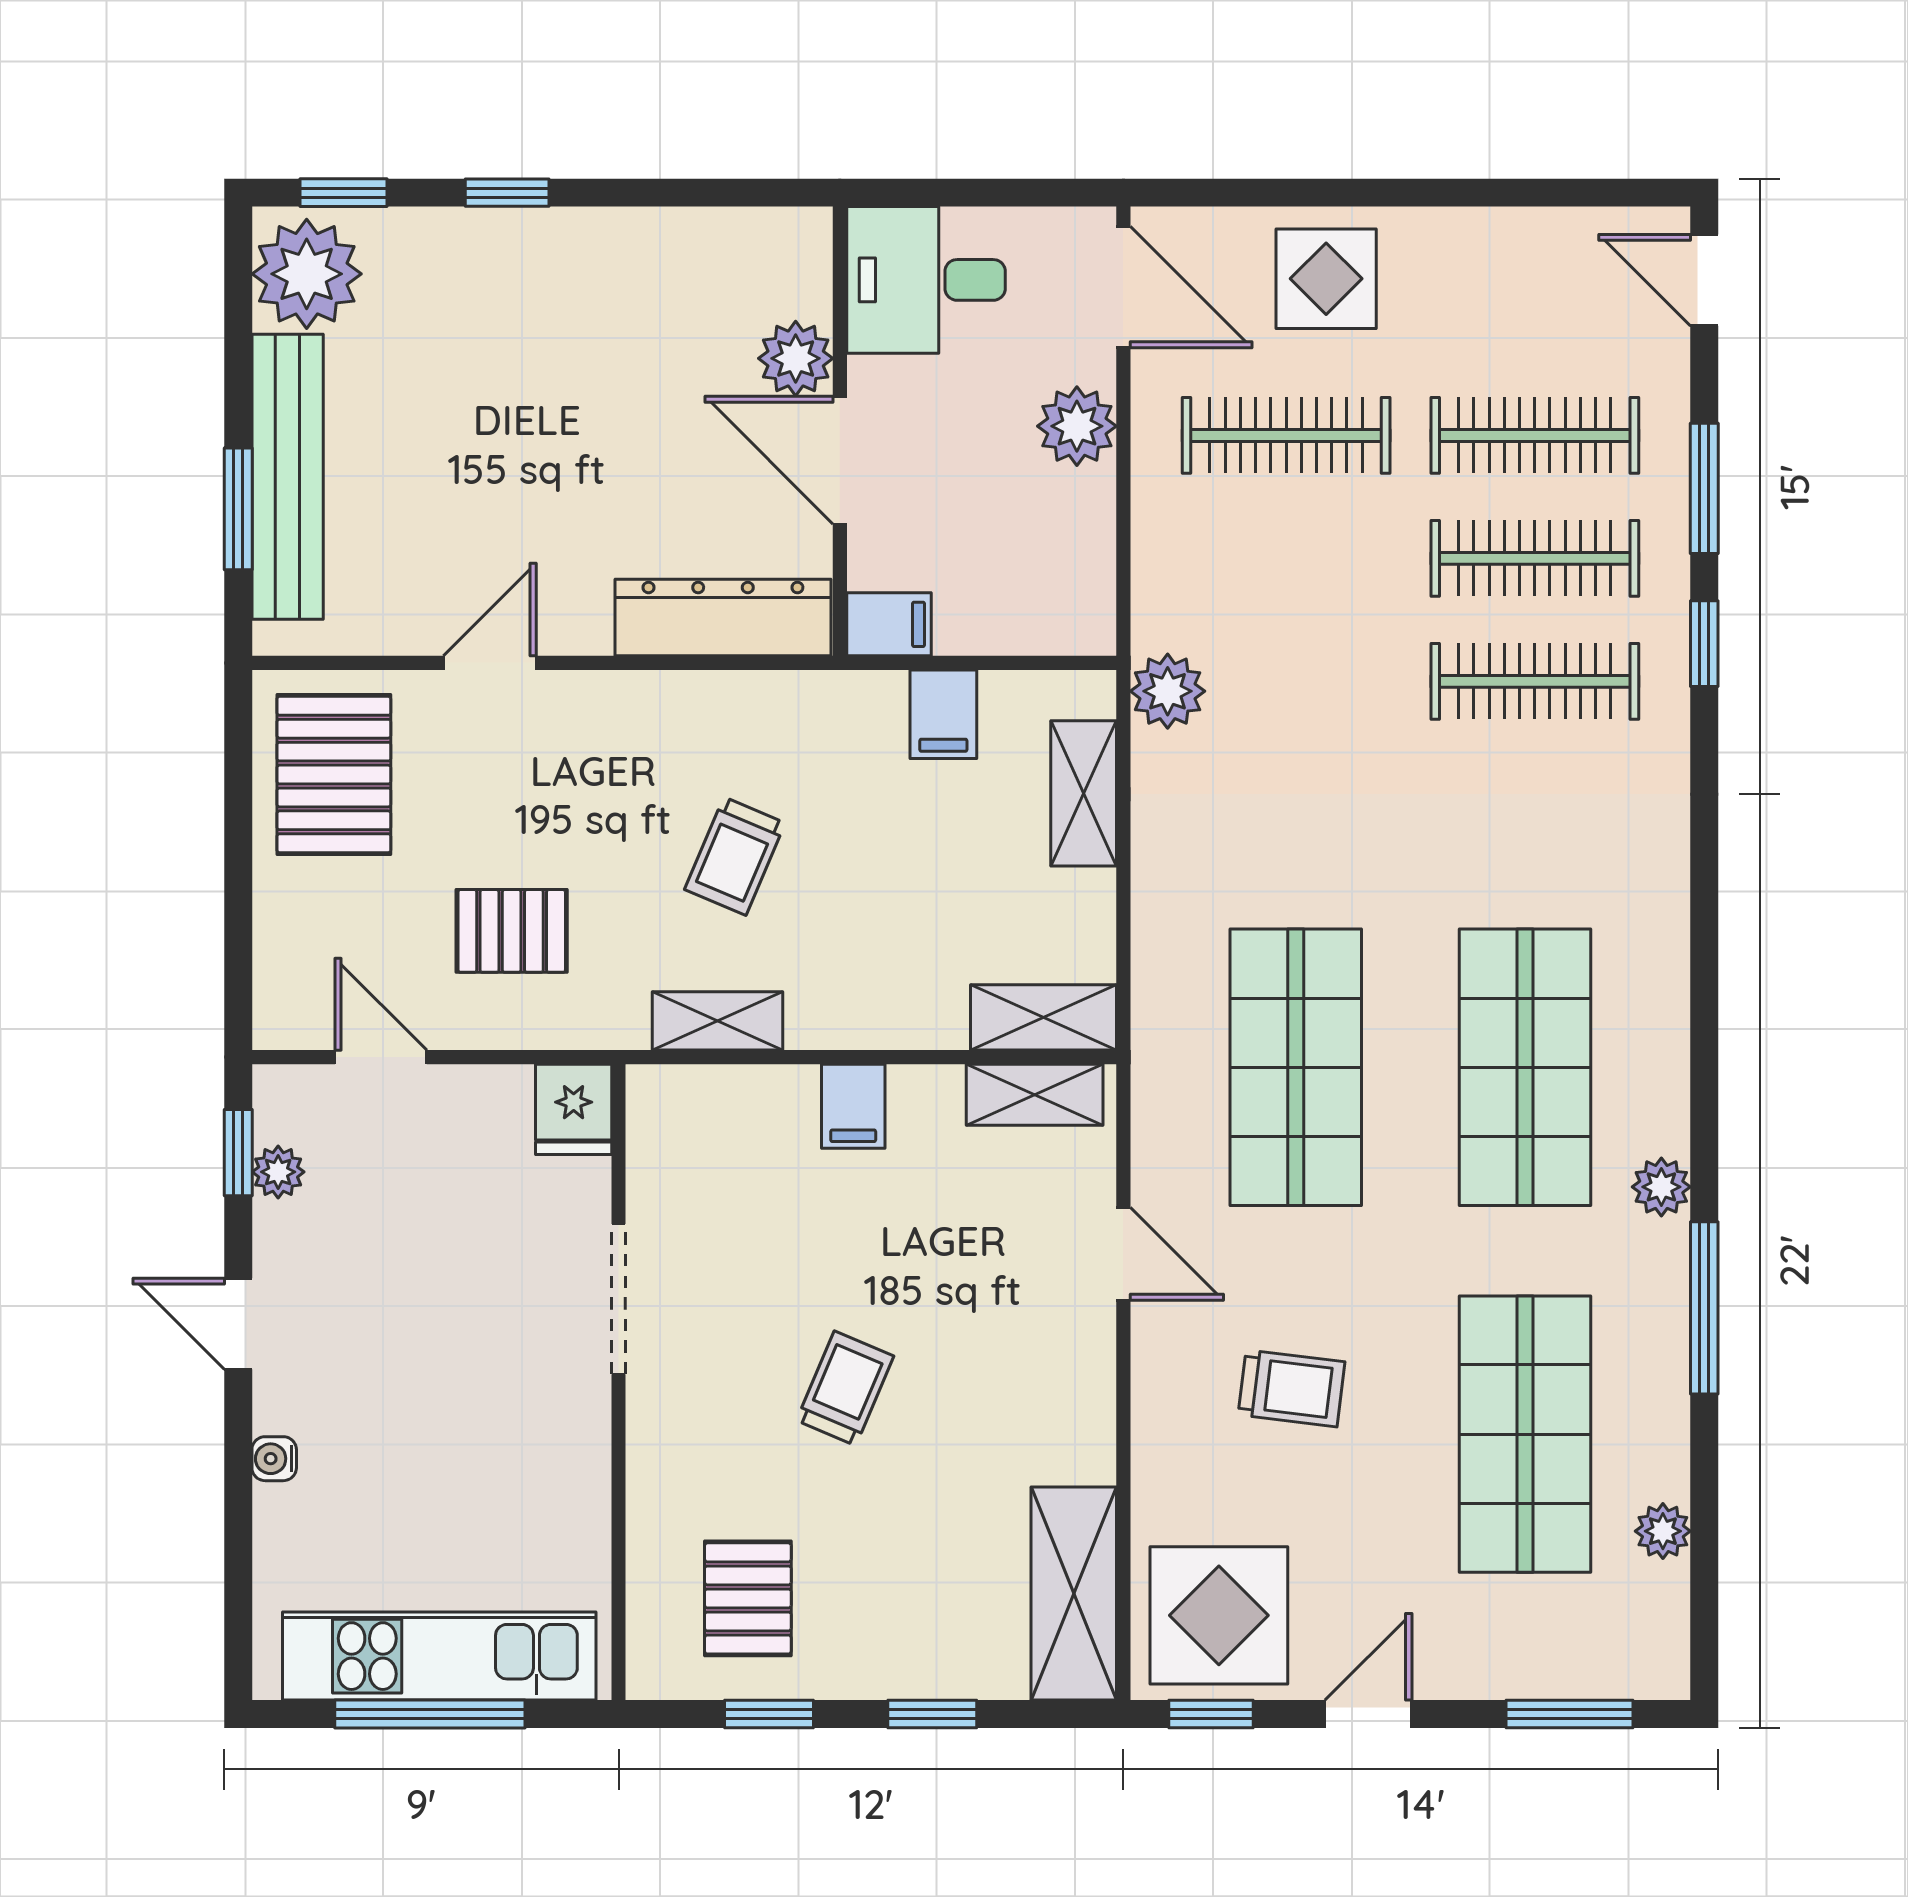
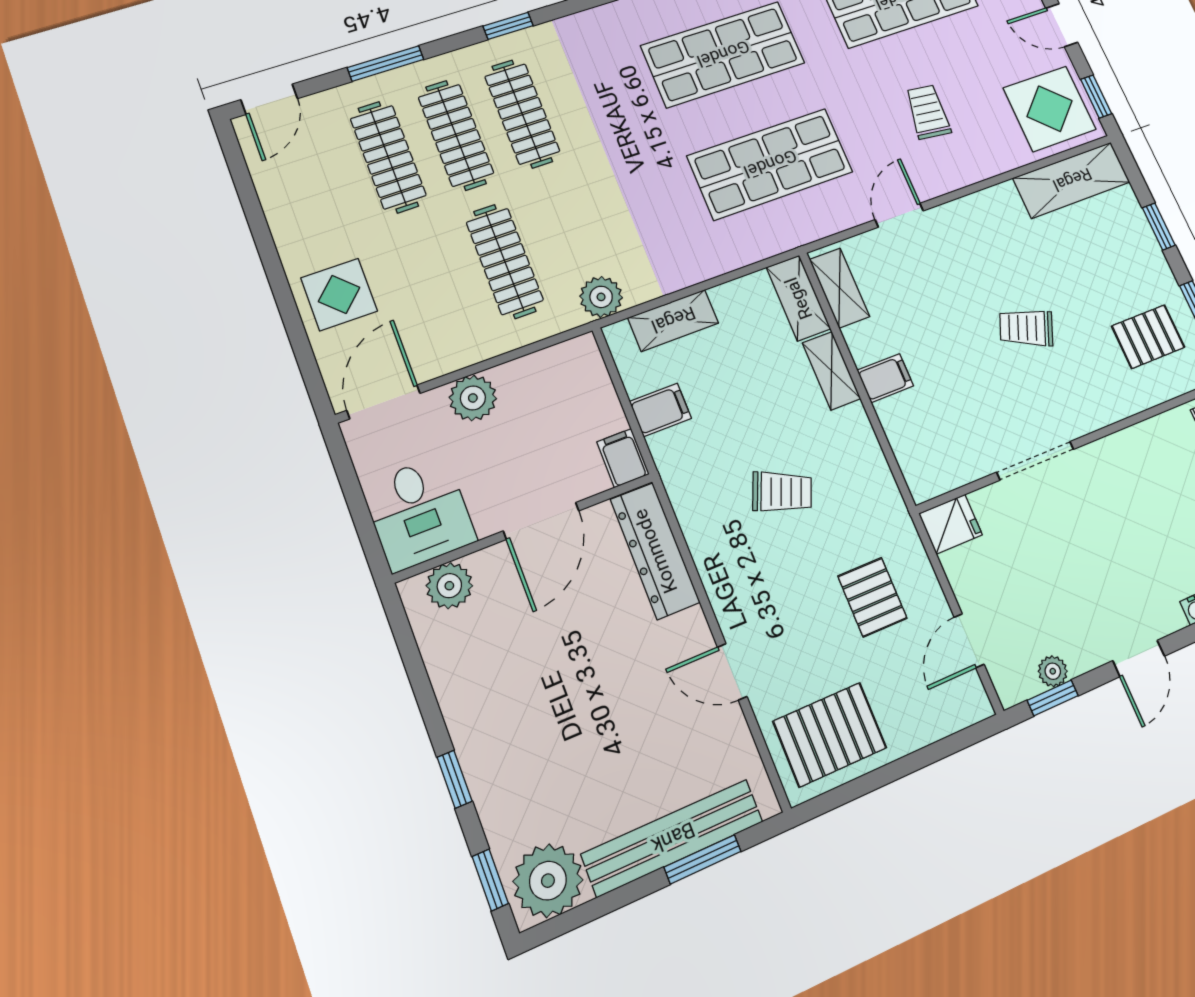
plant: (796, 358) -> (449, 586), moved
clothes rail: (1286, 435) -> (505, 261), moved
window: (1704, 644) -> (508, 26), moved
shelving: (718, 1021) -> (831, 371), moved

